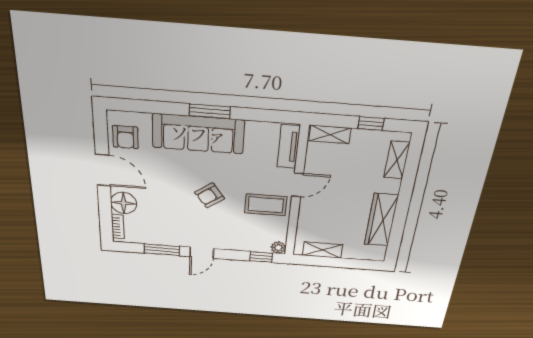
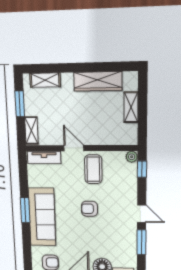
window: (371, 124) -> (20, 104), width x1.50
armchair: (210, 195) -> (89, 209), turned 126
shelving: (323, 250) -> (131, 107), moved

